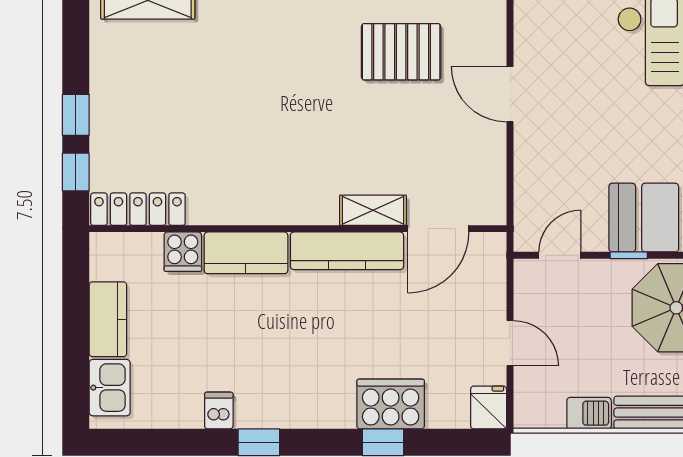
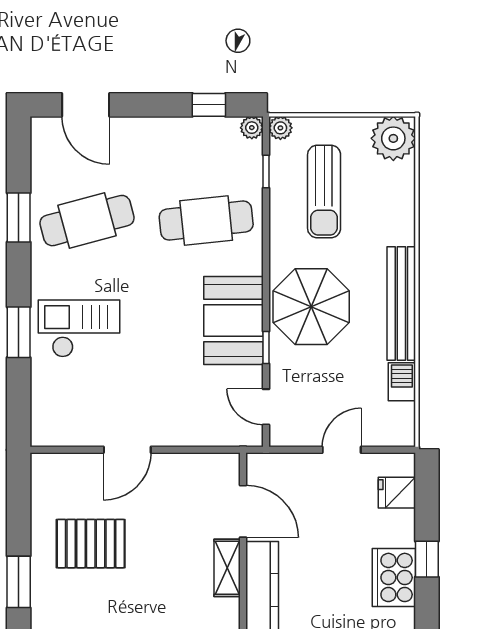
pallet: (401, 52) -> (91, 544), turned 90
cooker: (391, 404) -> (394, 577), moved
fridge: (489, 408) -> (397, 493), moved

